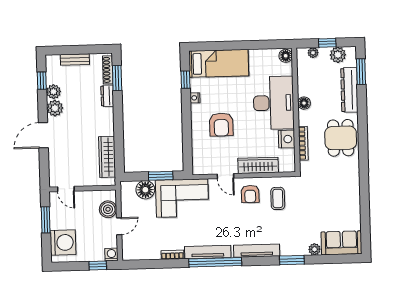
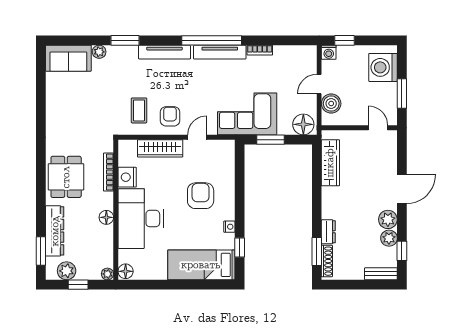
plant: (313, 53) -> (107, 274), moved
bench: (75, 60) -> (381, 274), moved
door: (225, 176) -> (197, 137), hinge flipped
floor lamp: (145, 190) -> (303, 124), moved

